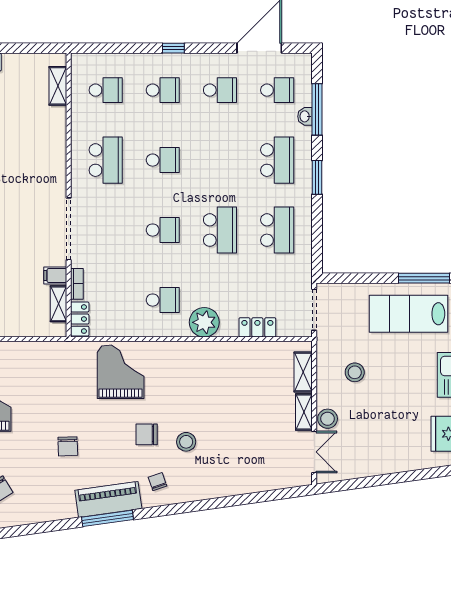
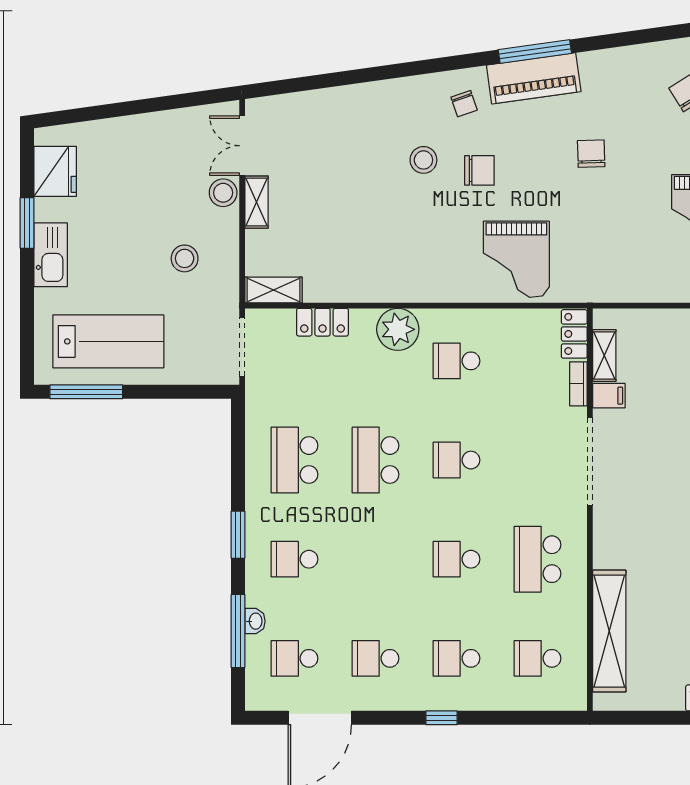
shelving: (58, 86) -> (609, 631), width x2.20, depth x1.33
school desk: (277, 160) -> (295, 559), width x0.54
shelving: (303, 372) -> (273, 290), moved, turned 90

